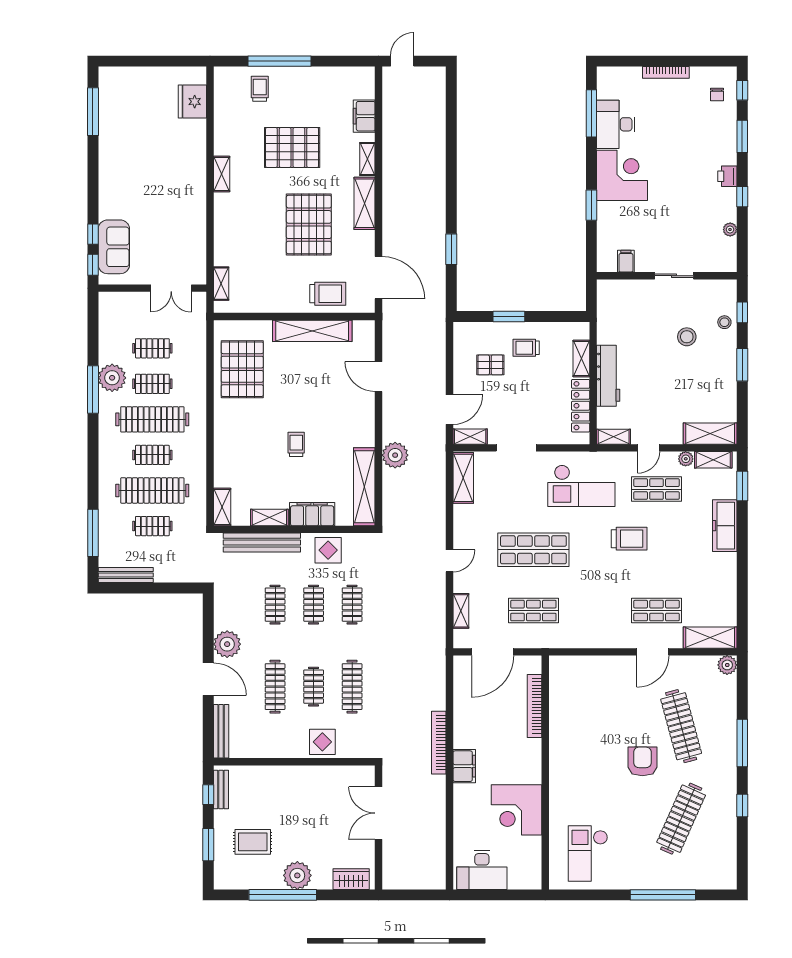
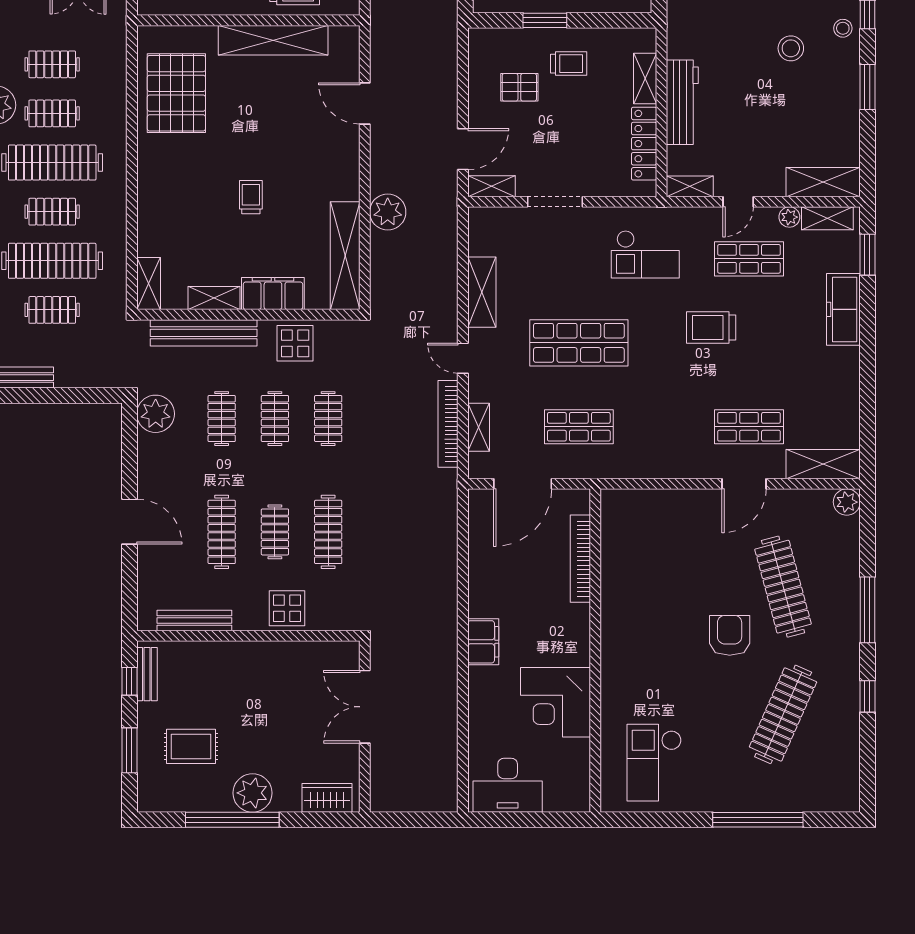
trolley: (526, 348) -> (569, 64), turned 180
shelving: (463, 478) -> (482, 292), moved
checkout: (581, 486) -> (645, 254), width x0.73, depth x0.83
trolley: (629, 539) -> (711, 327), turned 180
door: (449, 561) -> (463, 358), swing flipped
plant: (227, 644) -> (156, 414), moved
bench: (221, 731) -> (194, 620), moved, turned 90
bookcase: (439, 743) -> (448, 424), moved

